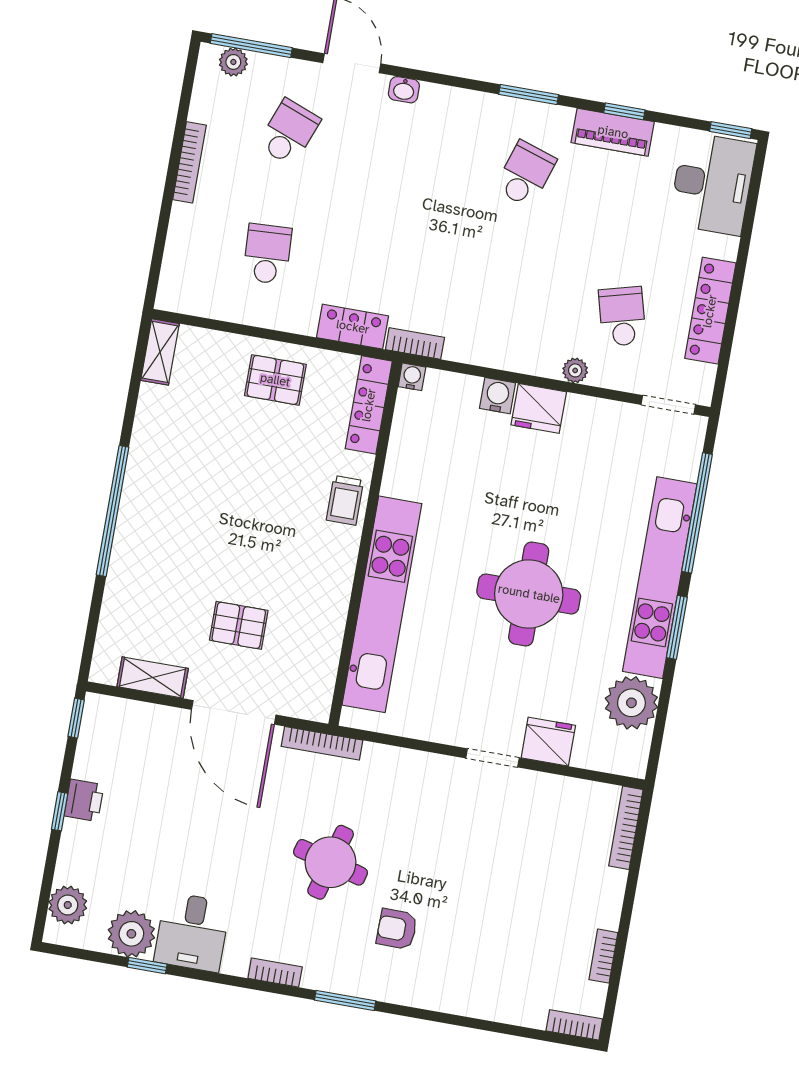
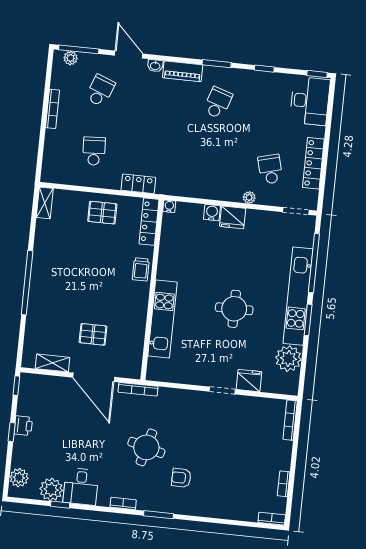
piano: (613, 132) -> (183, 71), moved
bookcase: (415, 344) -> (170, 190), removed
round table: (529, 594) -> (234, 309), width x0.73, depth x0.73
kitchen unit: (382, 604) -> (163, 319), width x0.73

